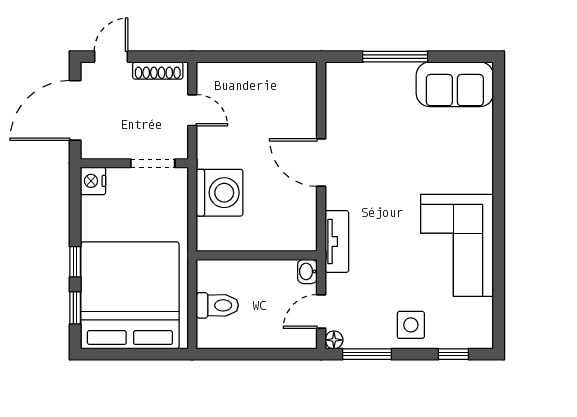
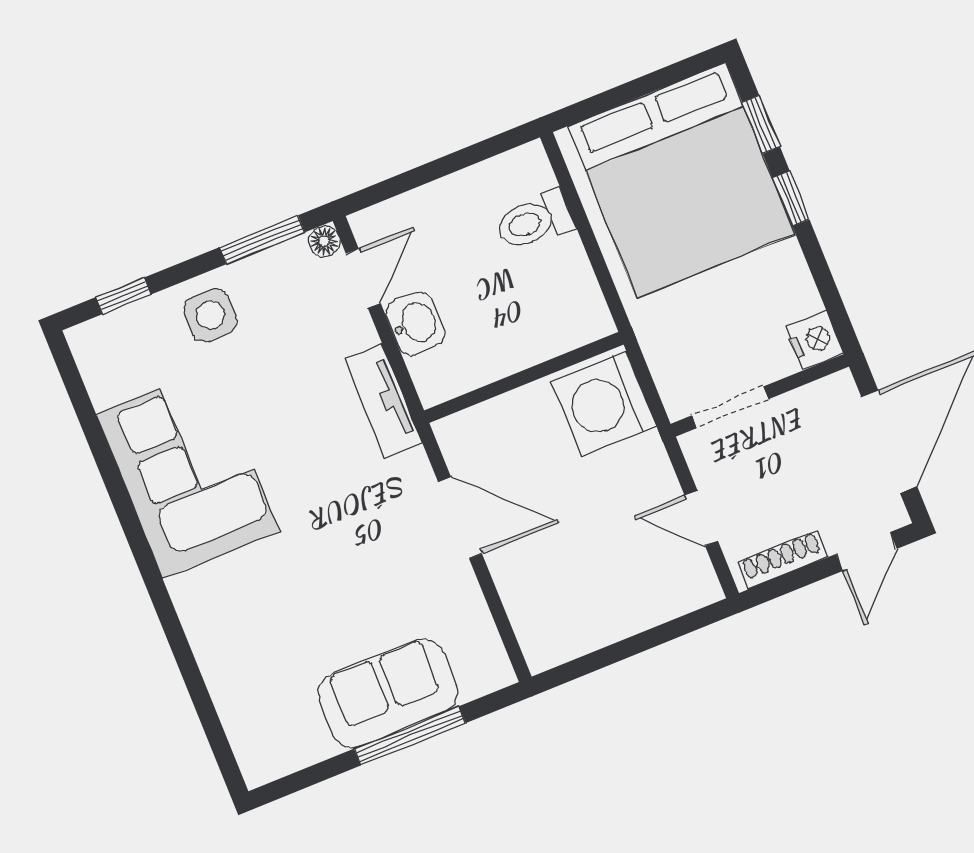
sofa: (455, 84) -> (388, 693), moved
wall: (257, 255) -> (524, 377), moved
washbasin: (307, 271) -> (415, 324), width x1.38, depth x1.45

